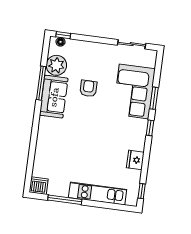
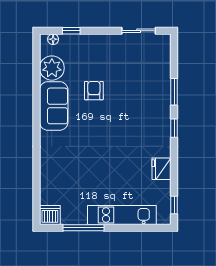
window: (63, 35) -> (71, 31), moved
window: (41, 83) -> (37, 92), removed
corner sofa: (134, 92) -> (149, 87), removed

